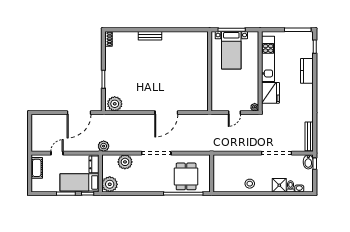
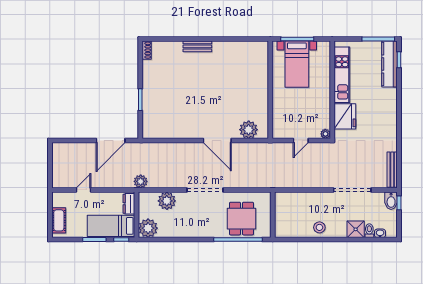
kitchen counter: (307, 71) -> (389, 64), moved, width x1.50
plant: (115, 104) -> (249, 130), moved
door: (166, 113) -> (217, 141), hinge flipped
cot: (37, 168) -> (59, 220), moved

